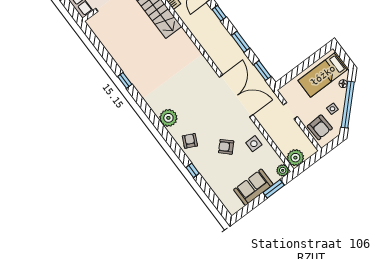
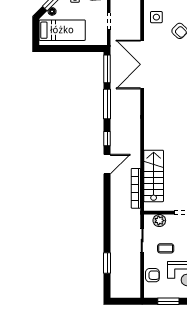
window: (241, 42) -> (107, 104), width x1.44
window: (262, 71) -> (107, 69), width x1.44

